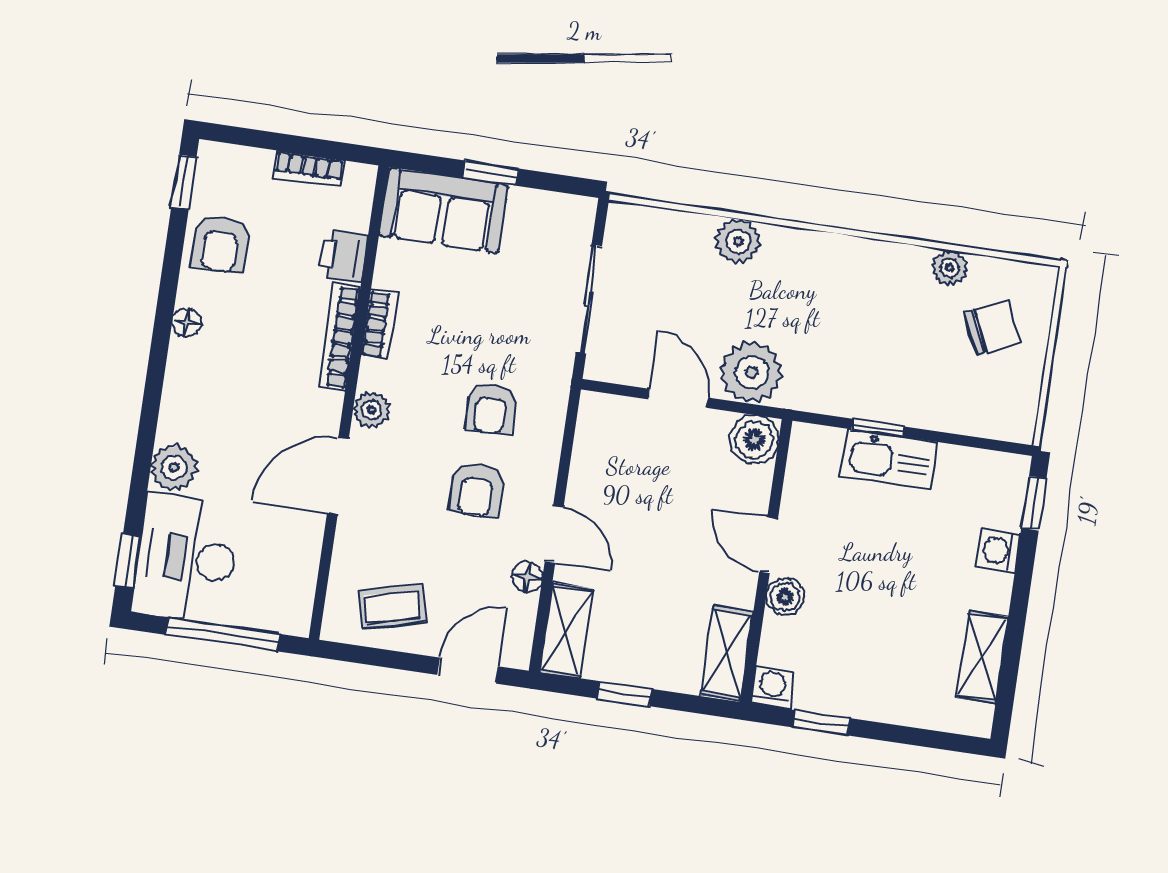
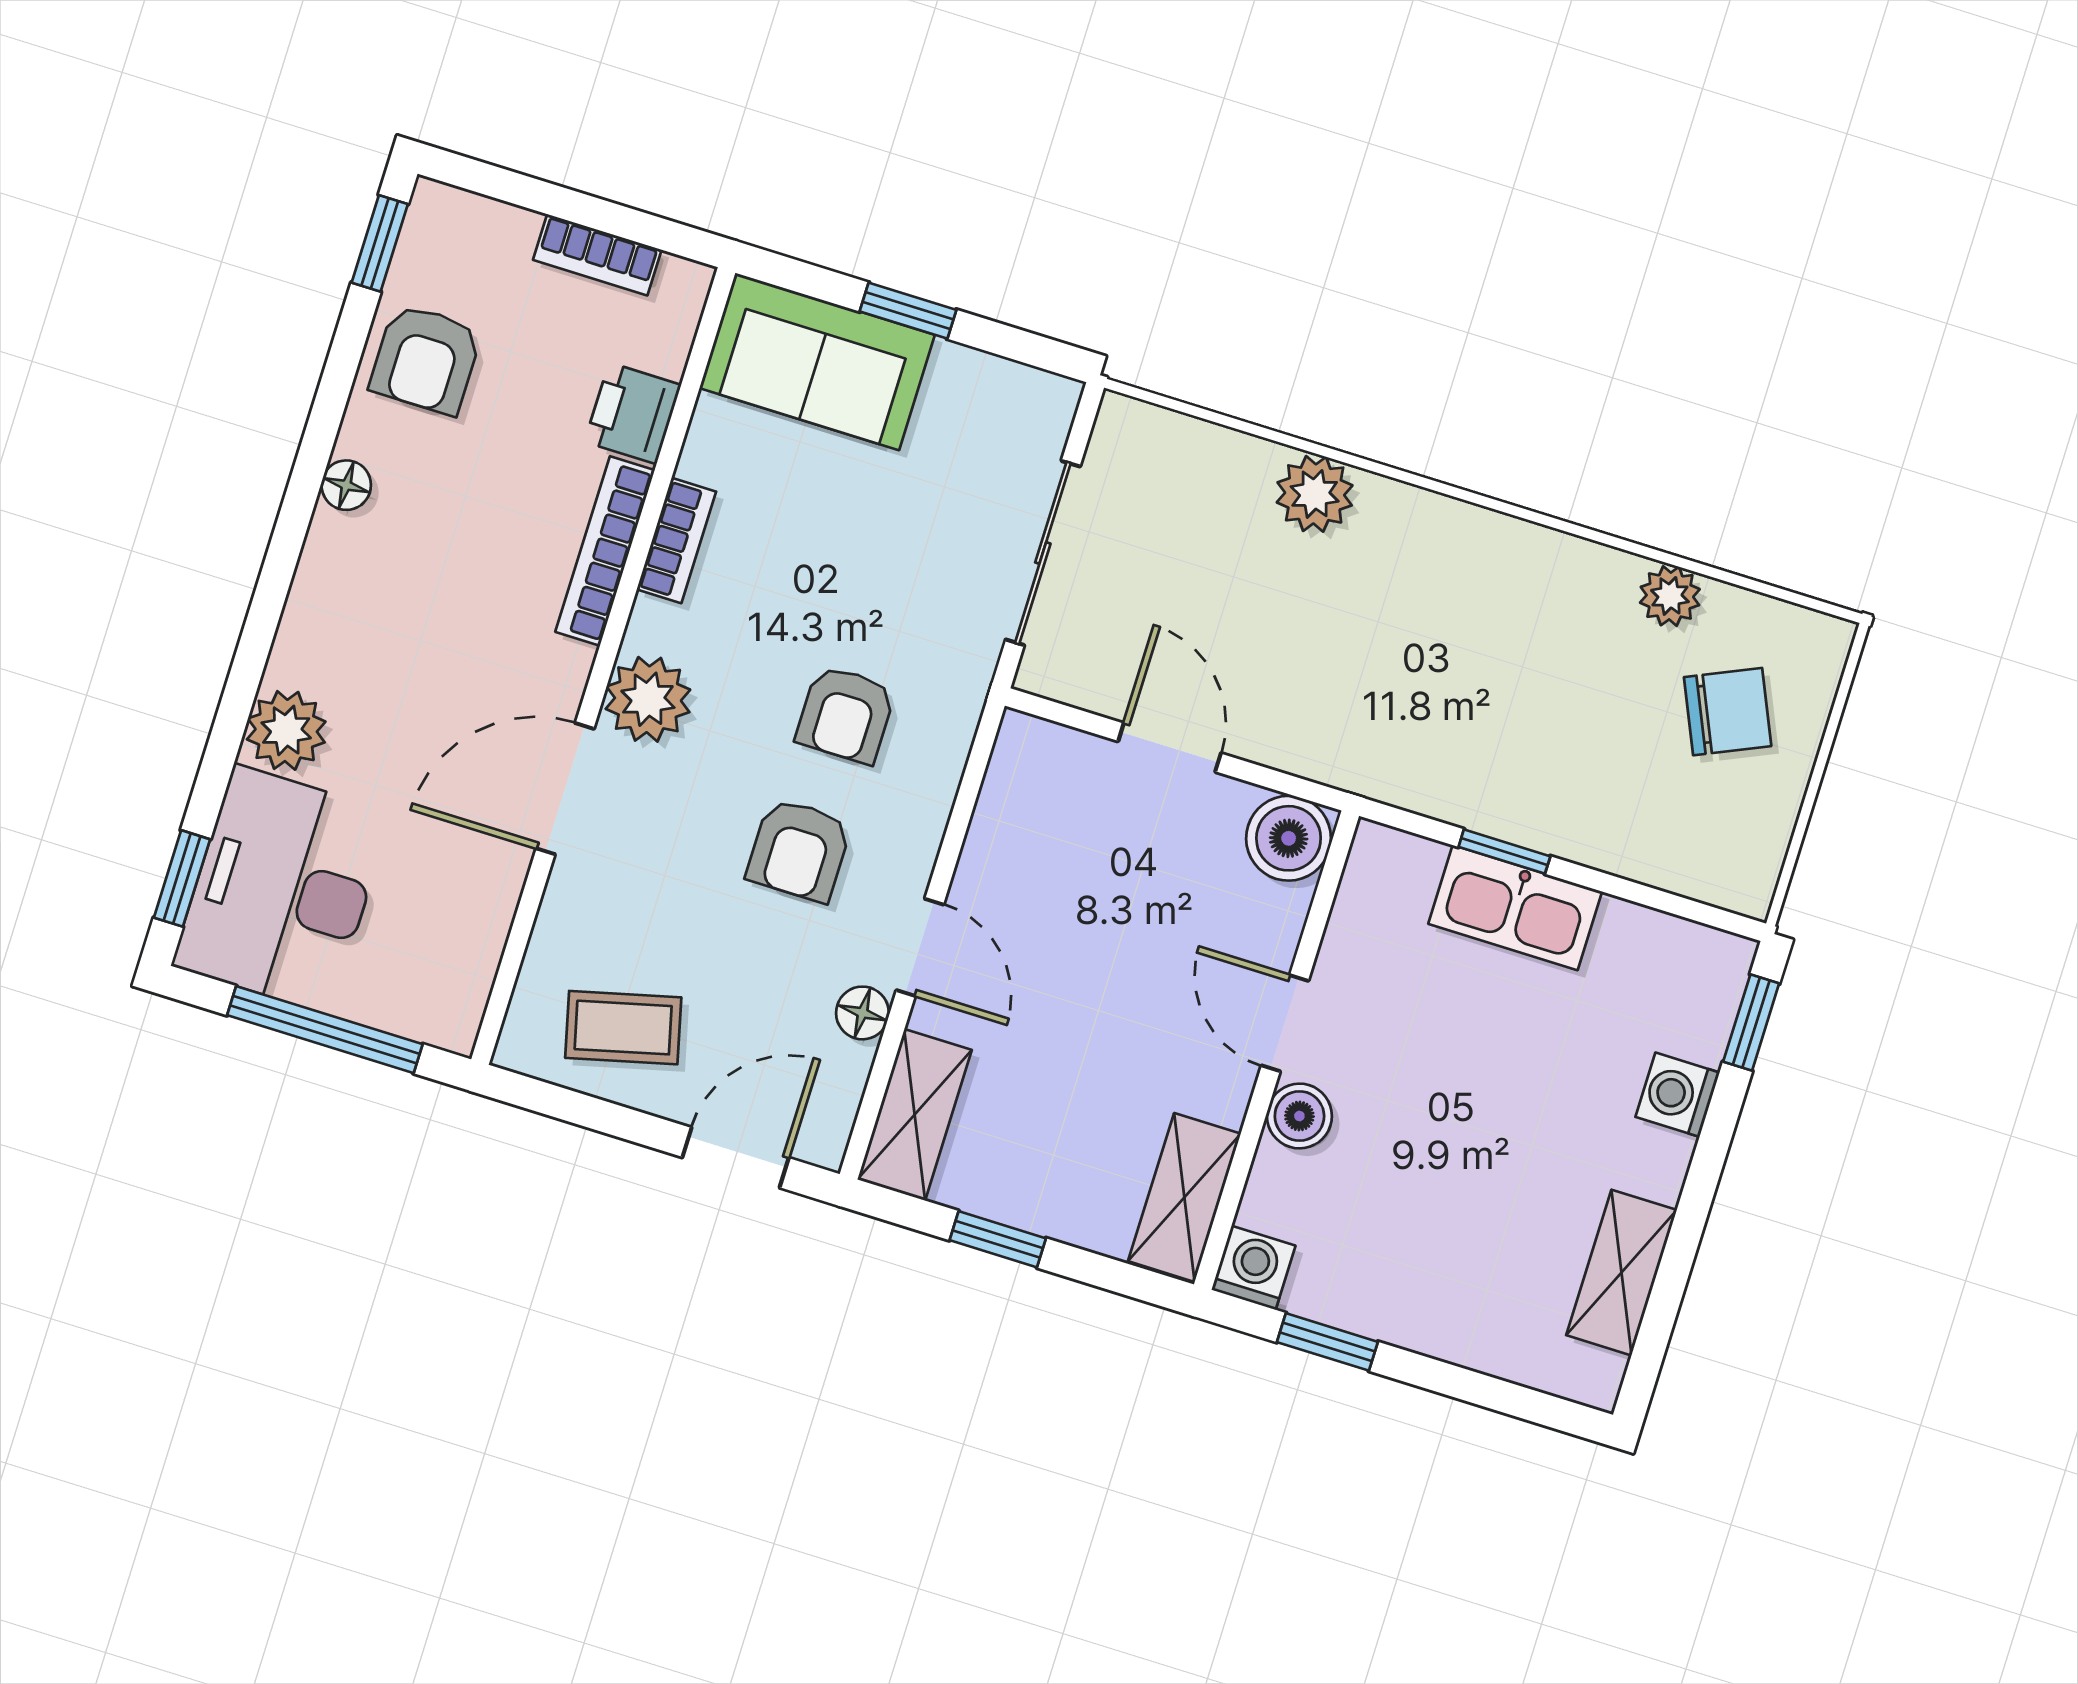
plant: (752, 372) -> (1302, 722), removed
plant: (371, 410) -> (648, 699), width x1.38, depth x1.38

